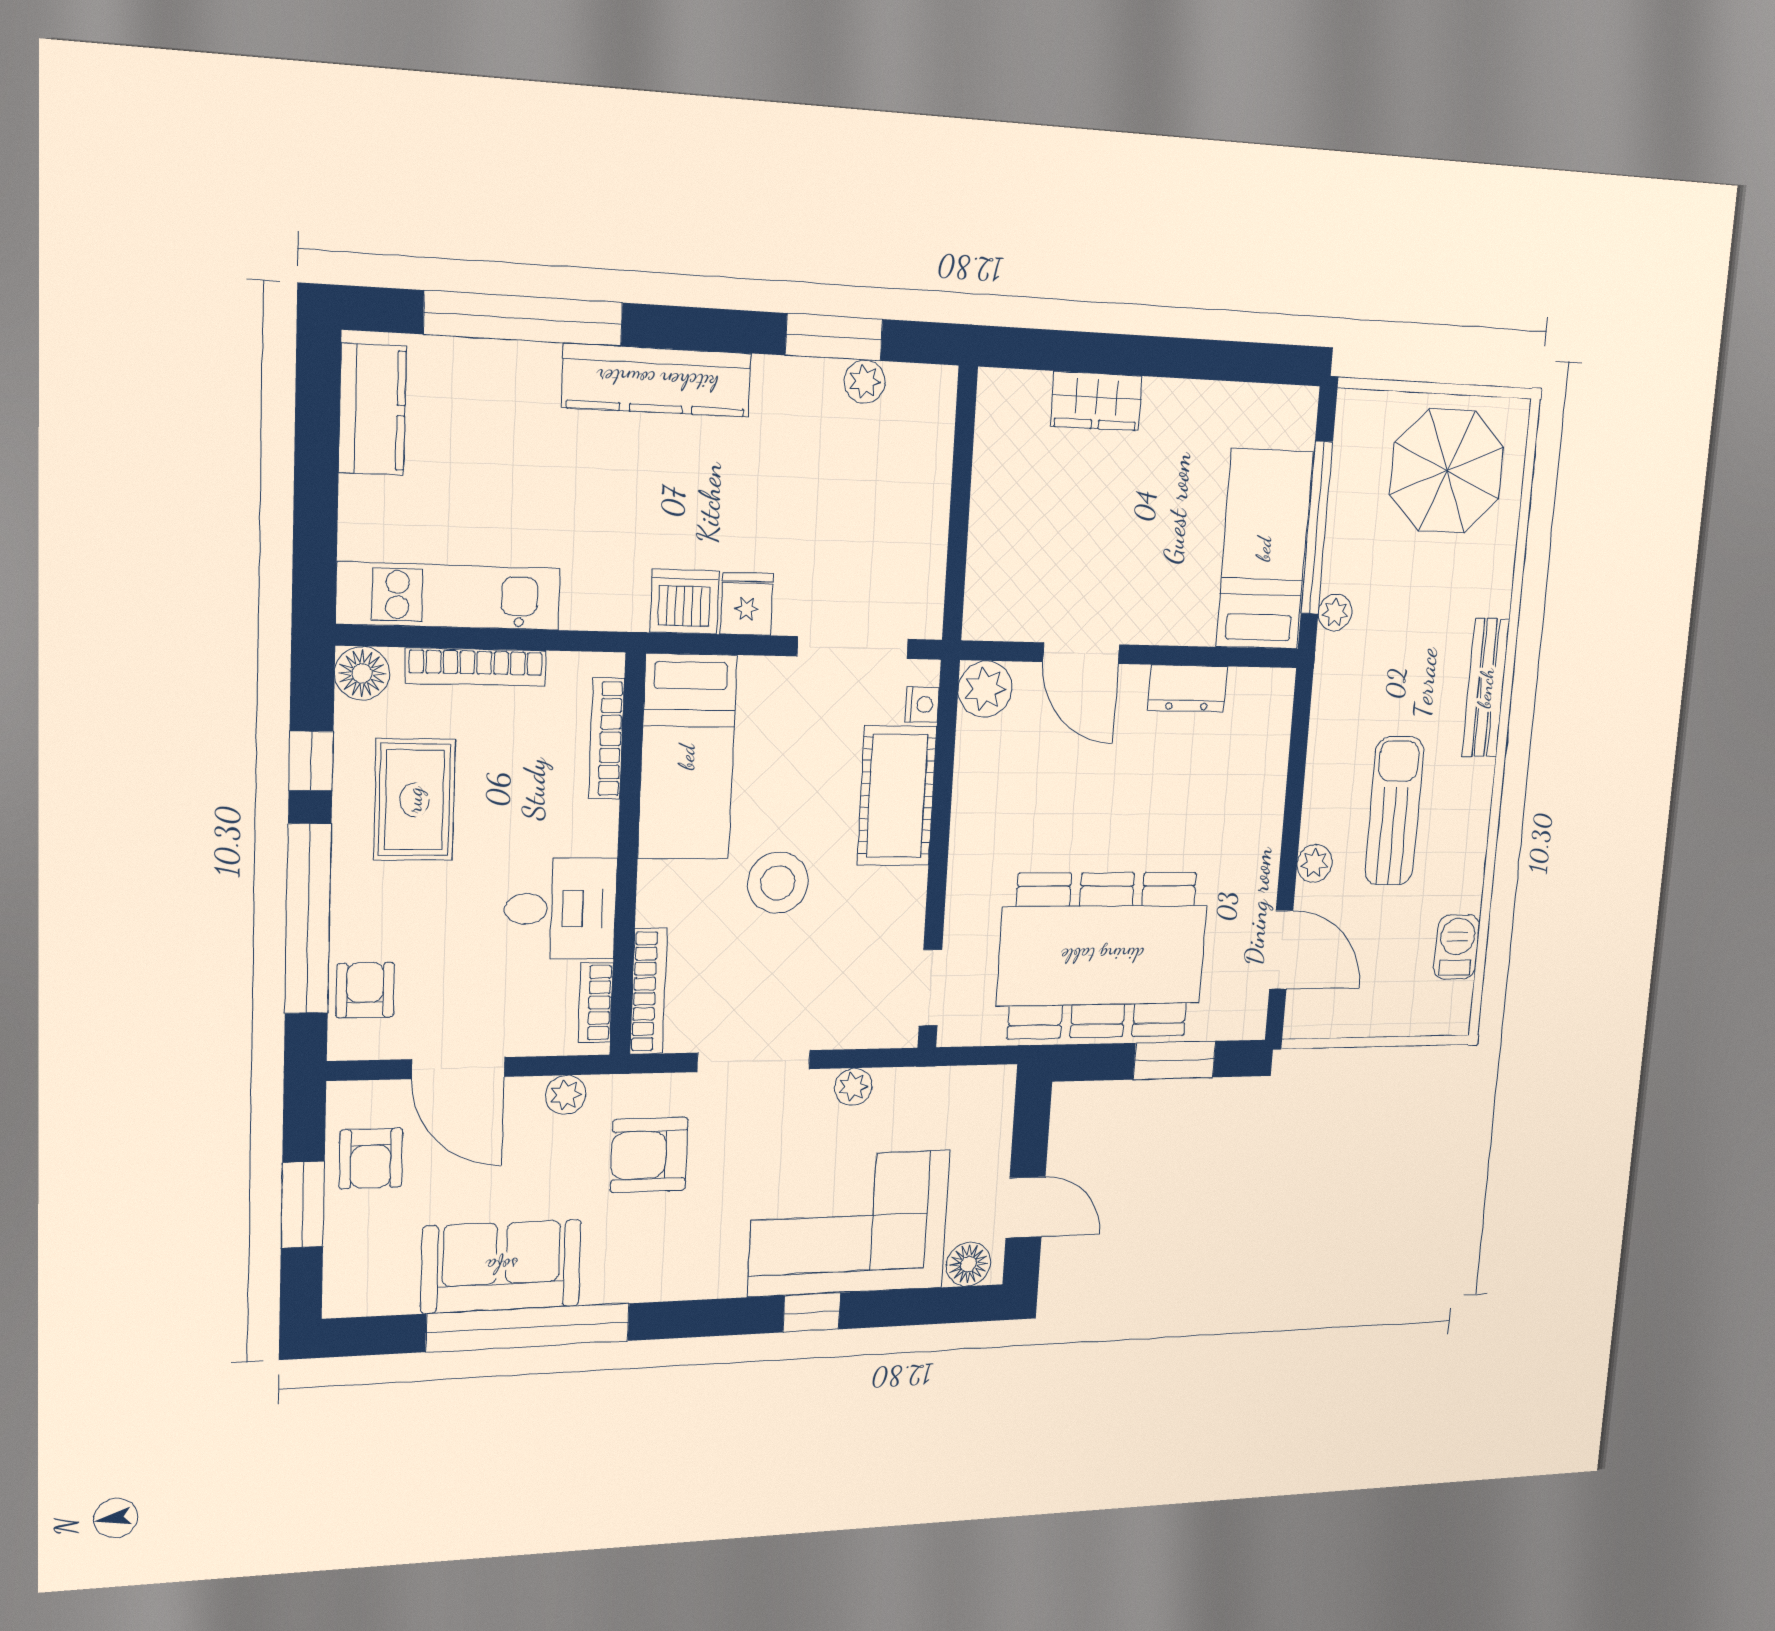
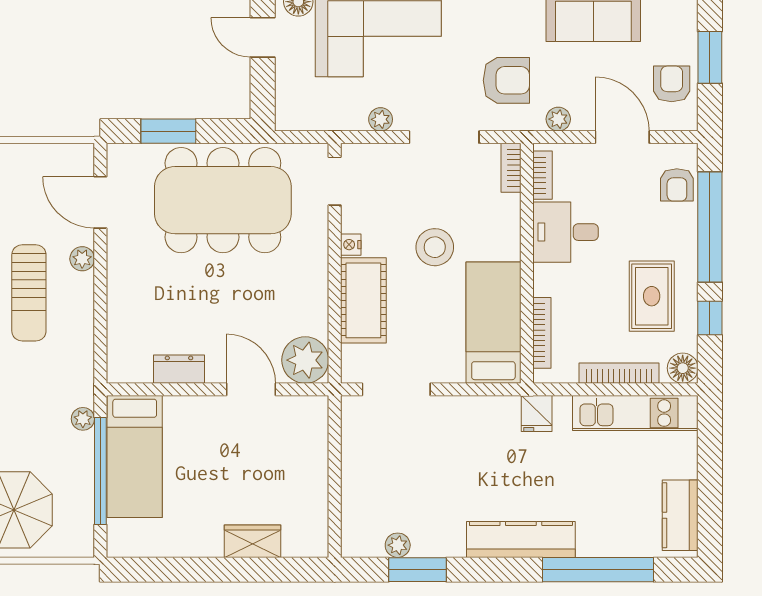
dishwasher: (684, 602) -> (499, 414), removed
fridge: (747, 604) -> (537, 414), moved
plant: (985, 689) -> (305, 360), width x1.36, depth x1.36
nightstand: (922, 704) -> (351, 245), moved
bookcase: (648, 991) -> (511, 168), width x0.64

